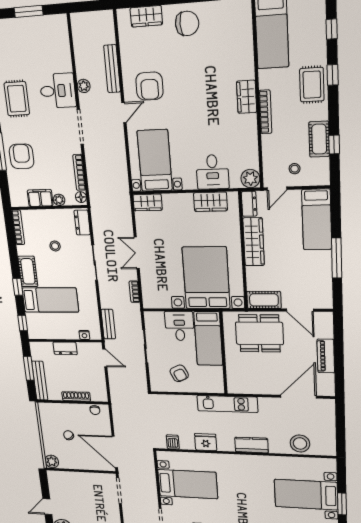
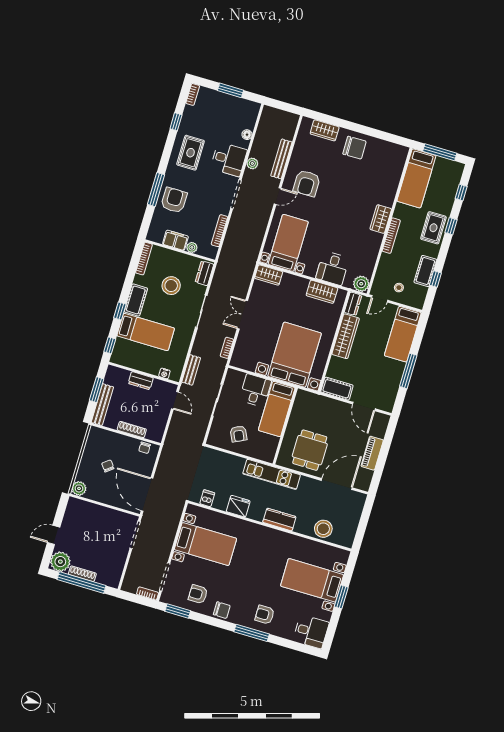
floor lamp: (81, 197) -> (247, 135), moved
stool: (55, 246) -> (171, 286), width x1.89, depth x1.89
dining table: (259, 333) -> (310, 450), moved, width x0.73

